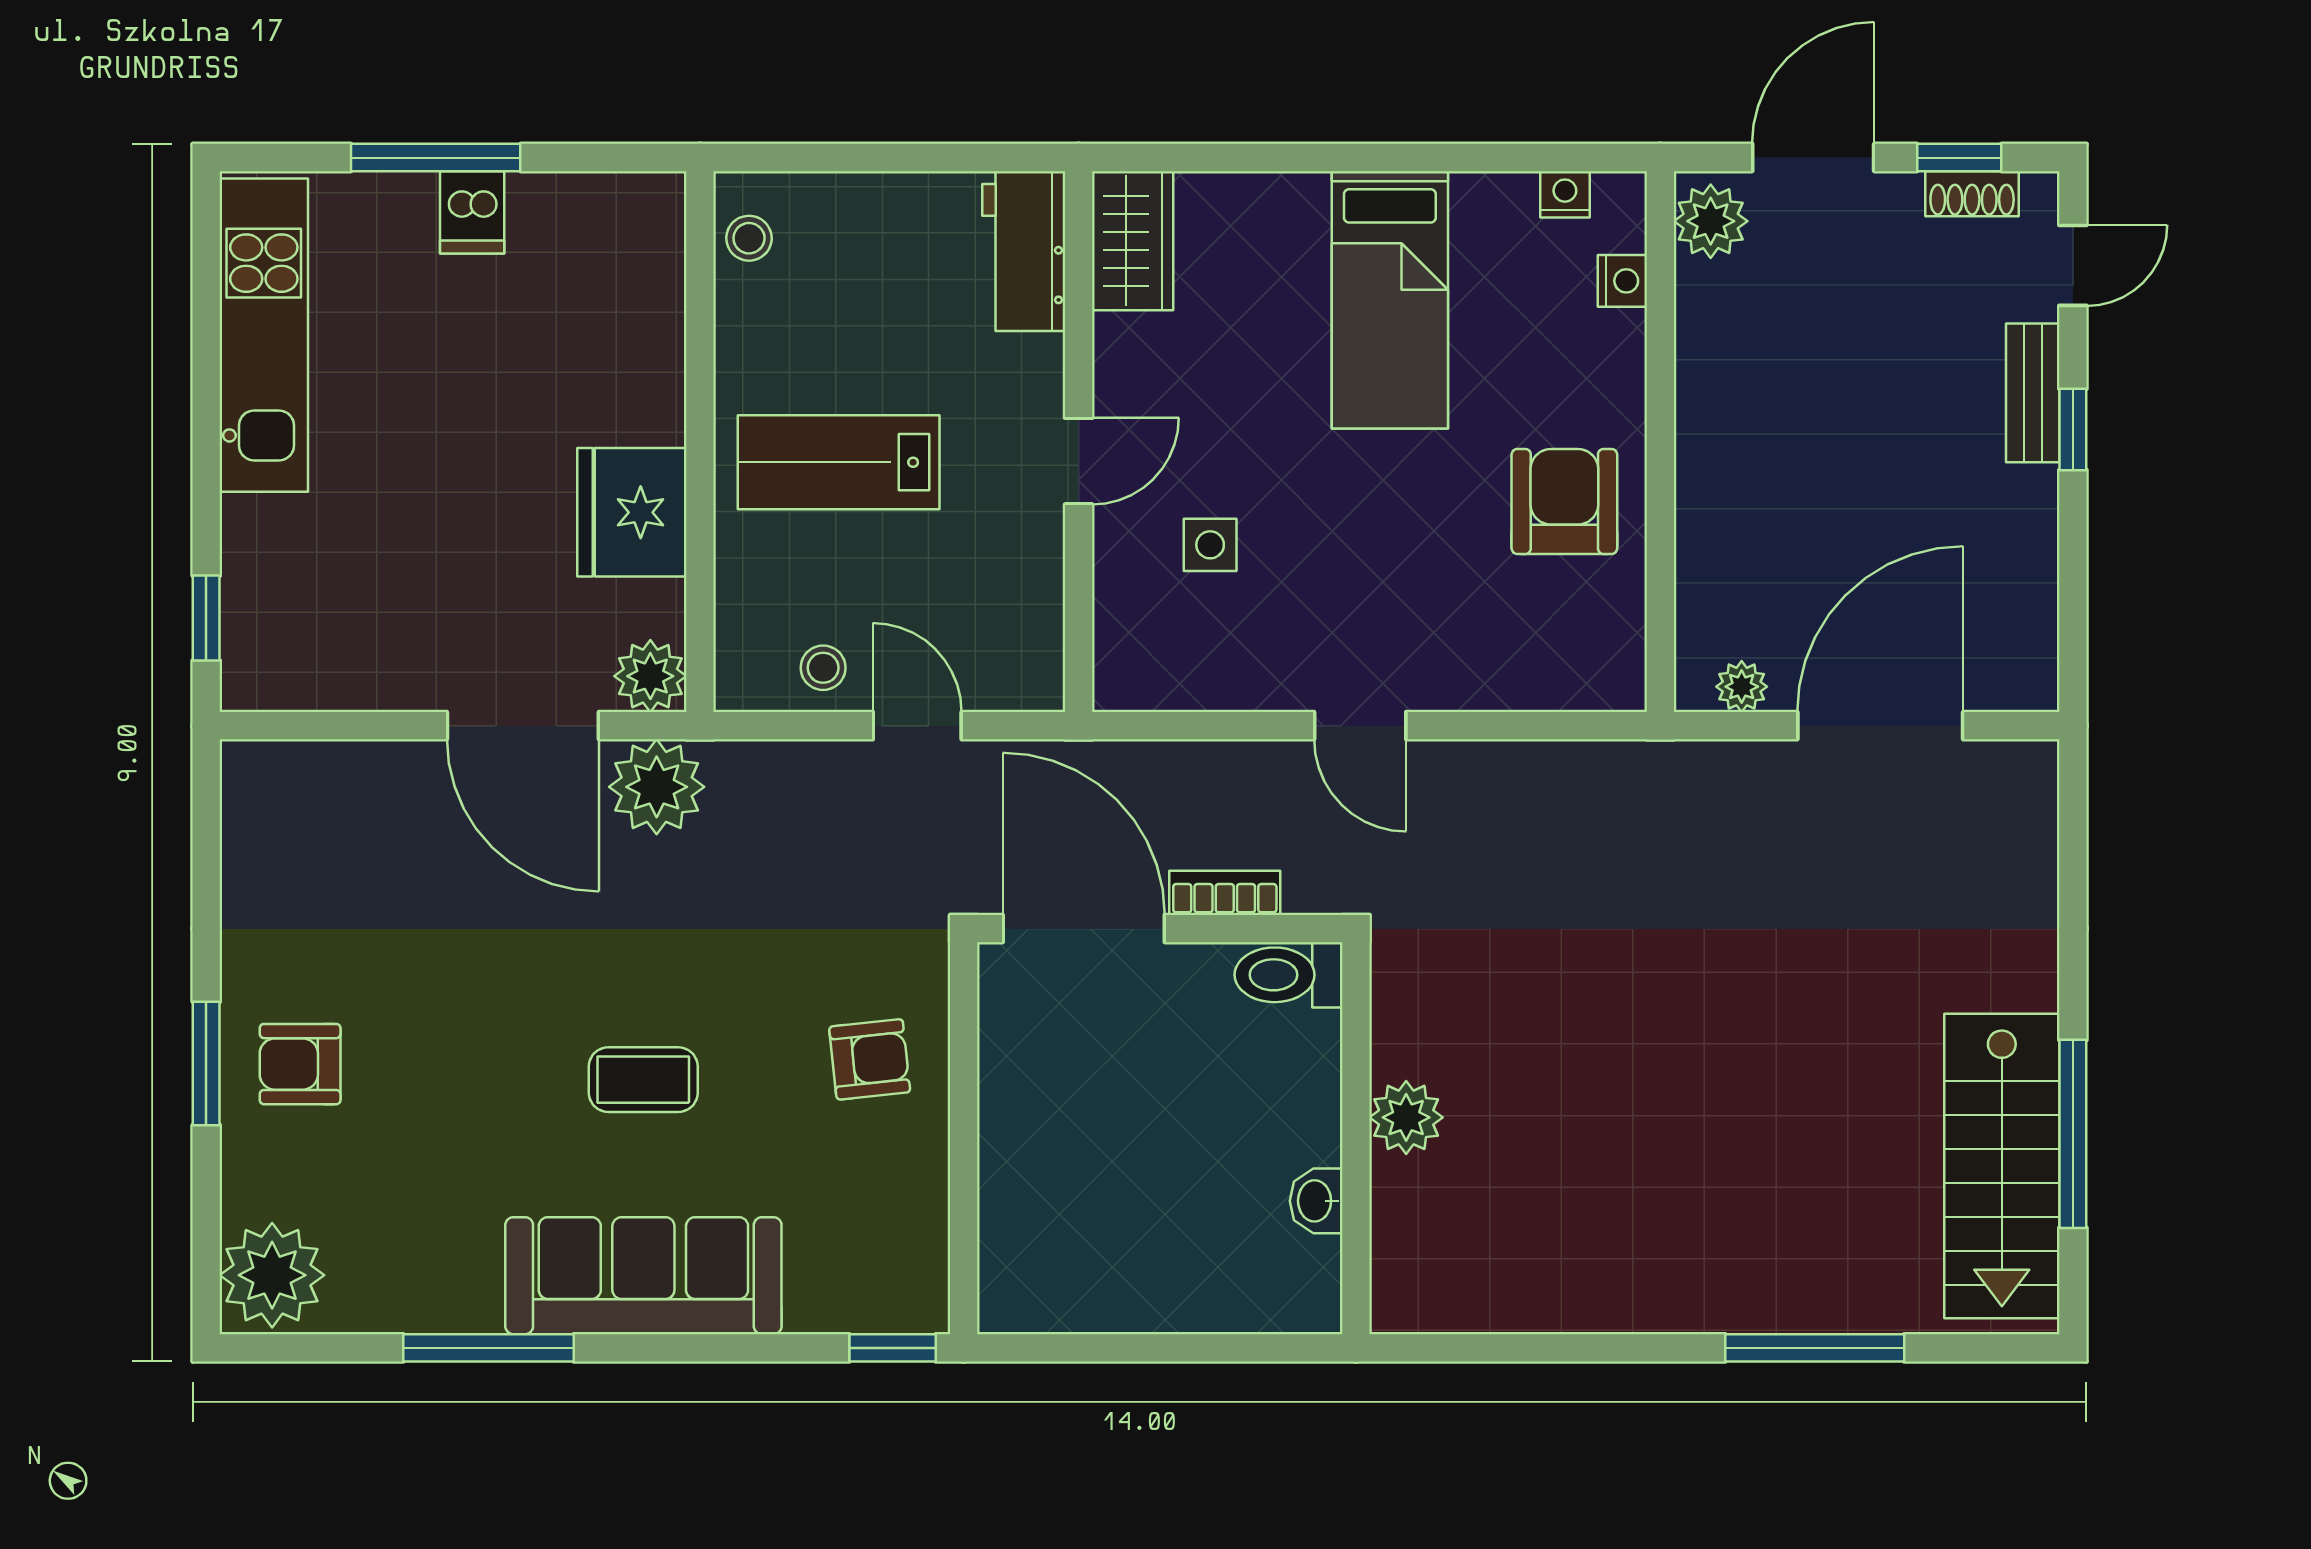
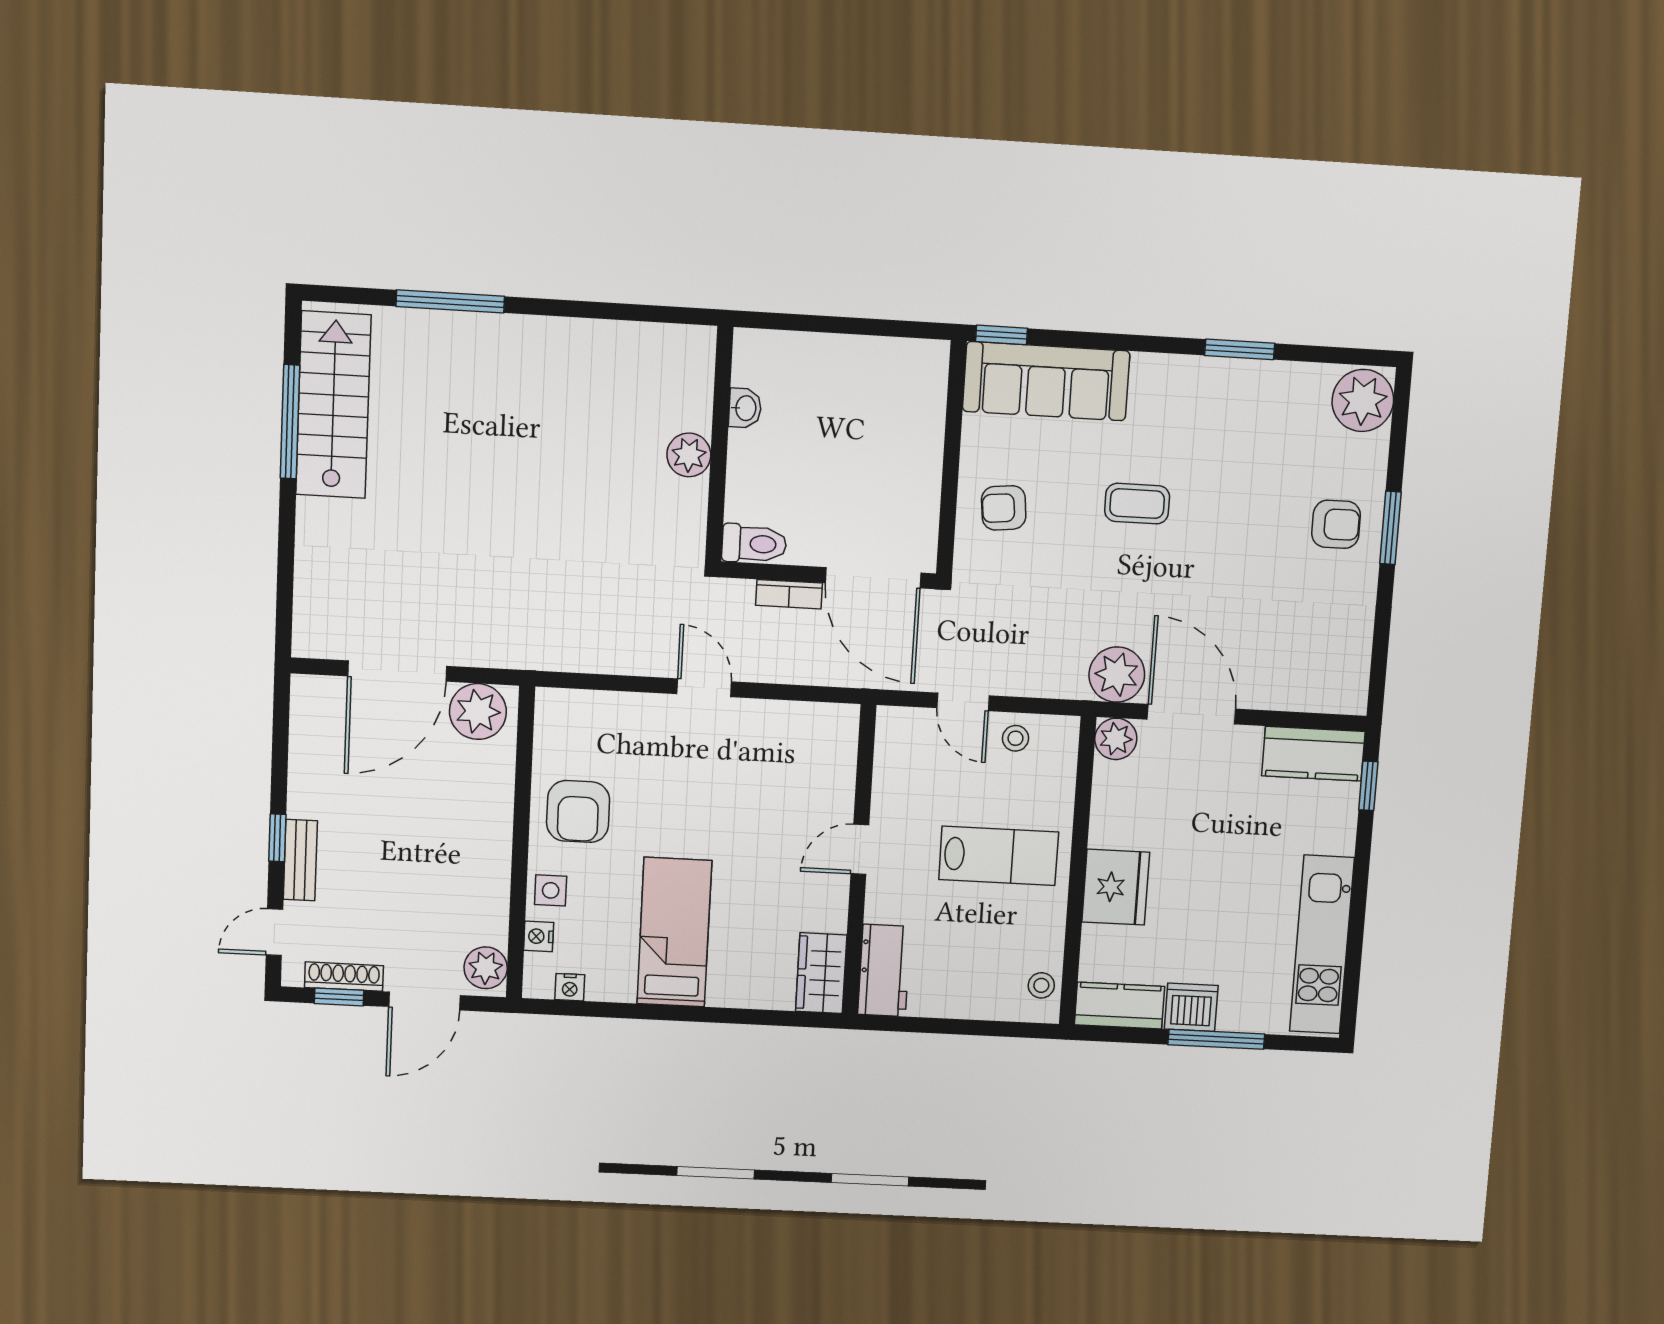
shoe rack: (1972, 194) -> (344, 977), width x1.43
kitchen counter: (610, 209) -> (1119, 1006), added
dishwasher: (472, 212) -> (1191, 1007), width x1.38
fridge: (632, 512) -> (1116, 887), moved
side table: (1210, 545) -> (551, 890), moved
kitchen counter: (306, 669) -> (1313, 754), added
plant: (1742, 687) -> (478, 712), width x1.88, depth x1.88
sofa: (643, 1276) -> (1046, 381), moved
window: (489, 1348) -> (1240, 349), width x0.69

